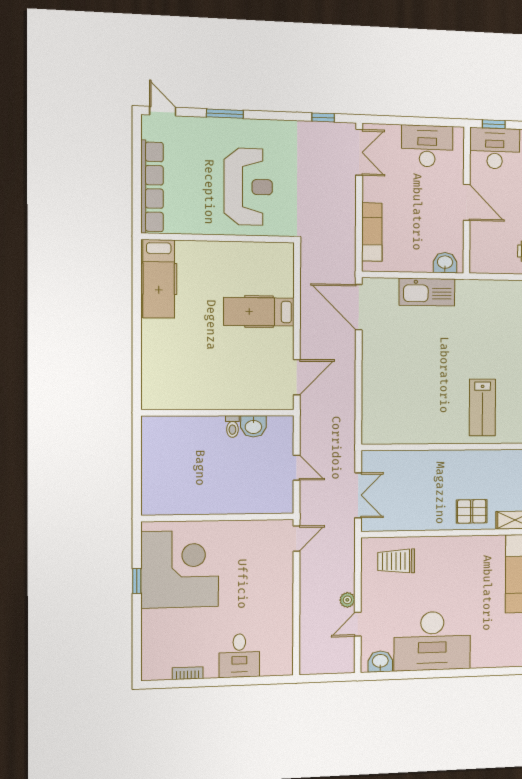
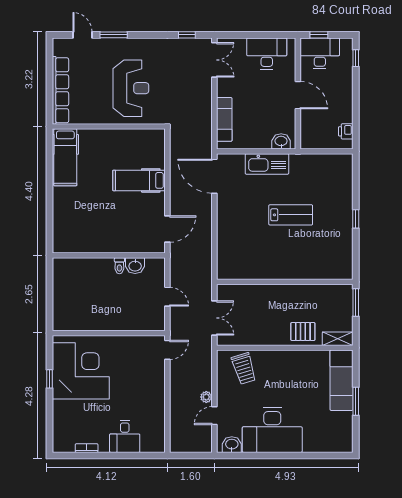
door: (163, 111) -> (82, 35), moved
lab bench: (482, 407) -> (291, 215), moved, turned -90
trolley: (396, 561) -> (244, 368), turned -107

